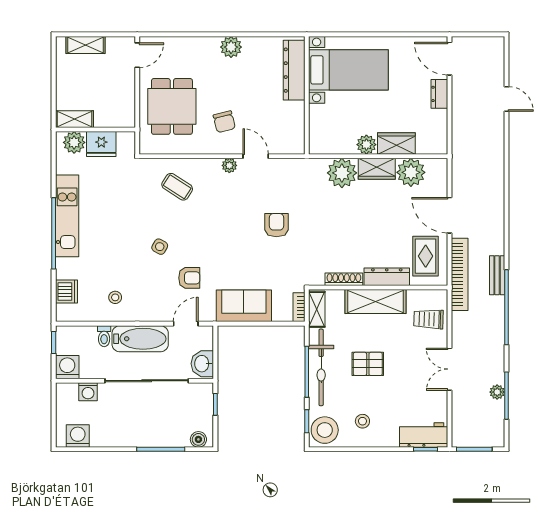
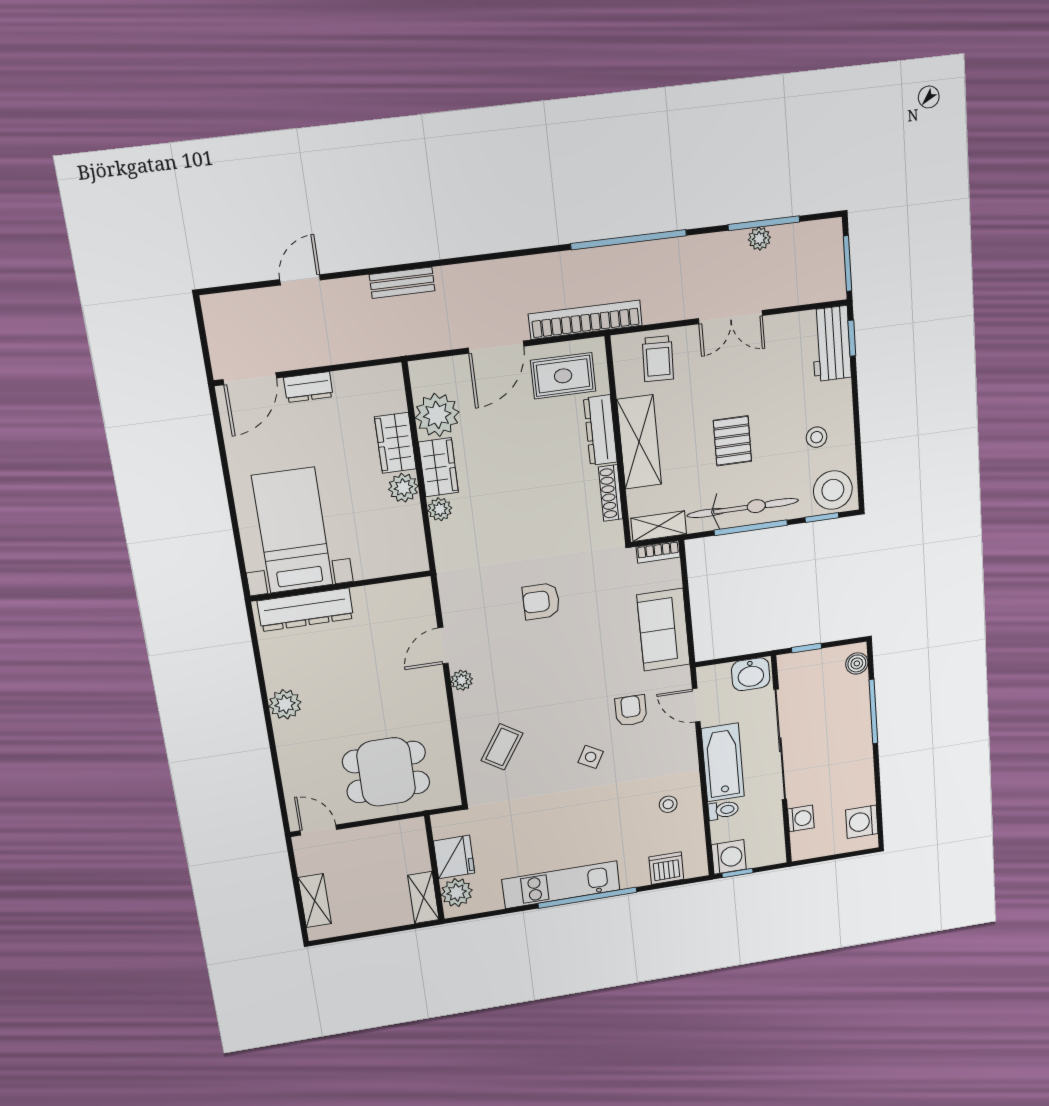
chair: (224, 122) -> (398, 697), removed
plant: (342, 173) -> (440, 509), width x0.53, depth x0.53
bench: (497, 275) -> (402, 283), moved
washing machine: (67, 367) -> (729, 857), moved, turned 180

